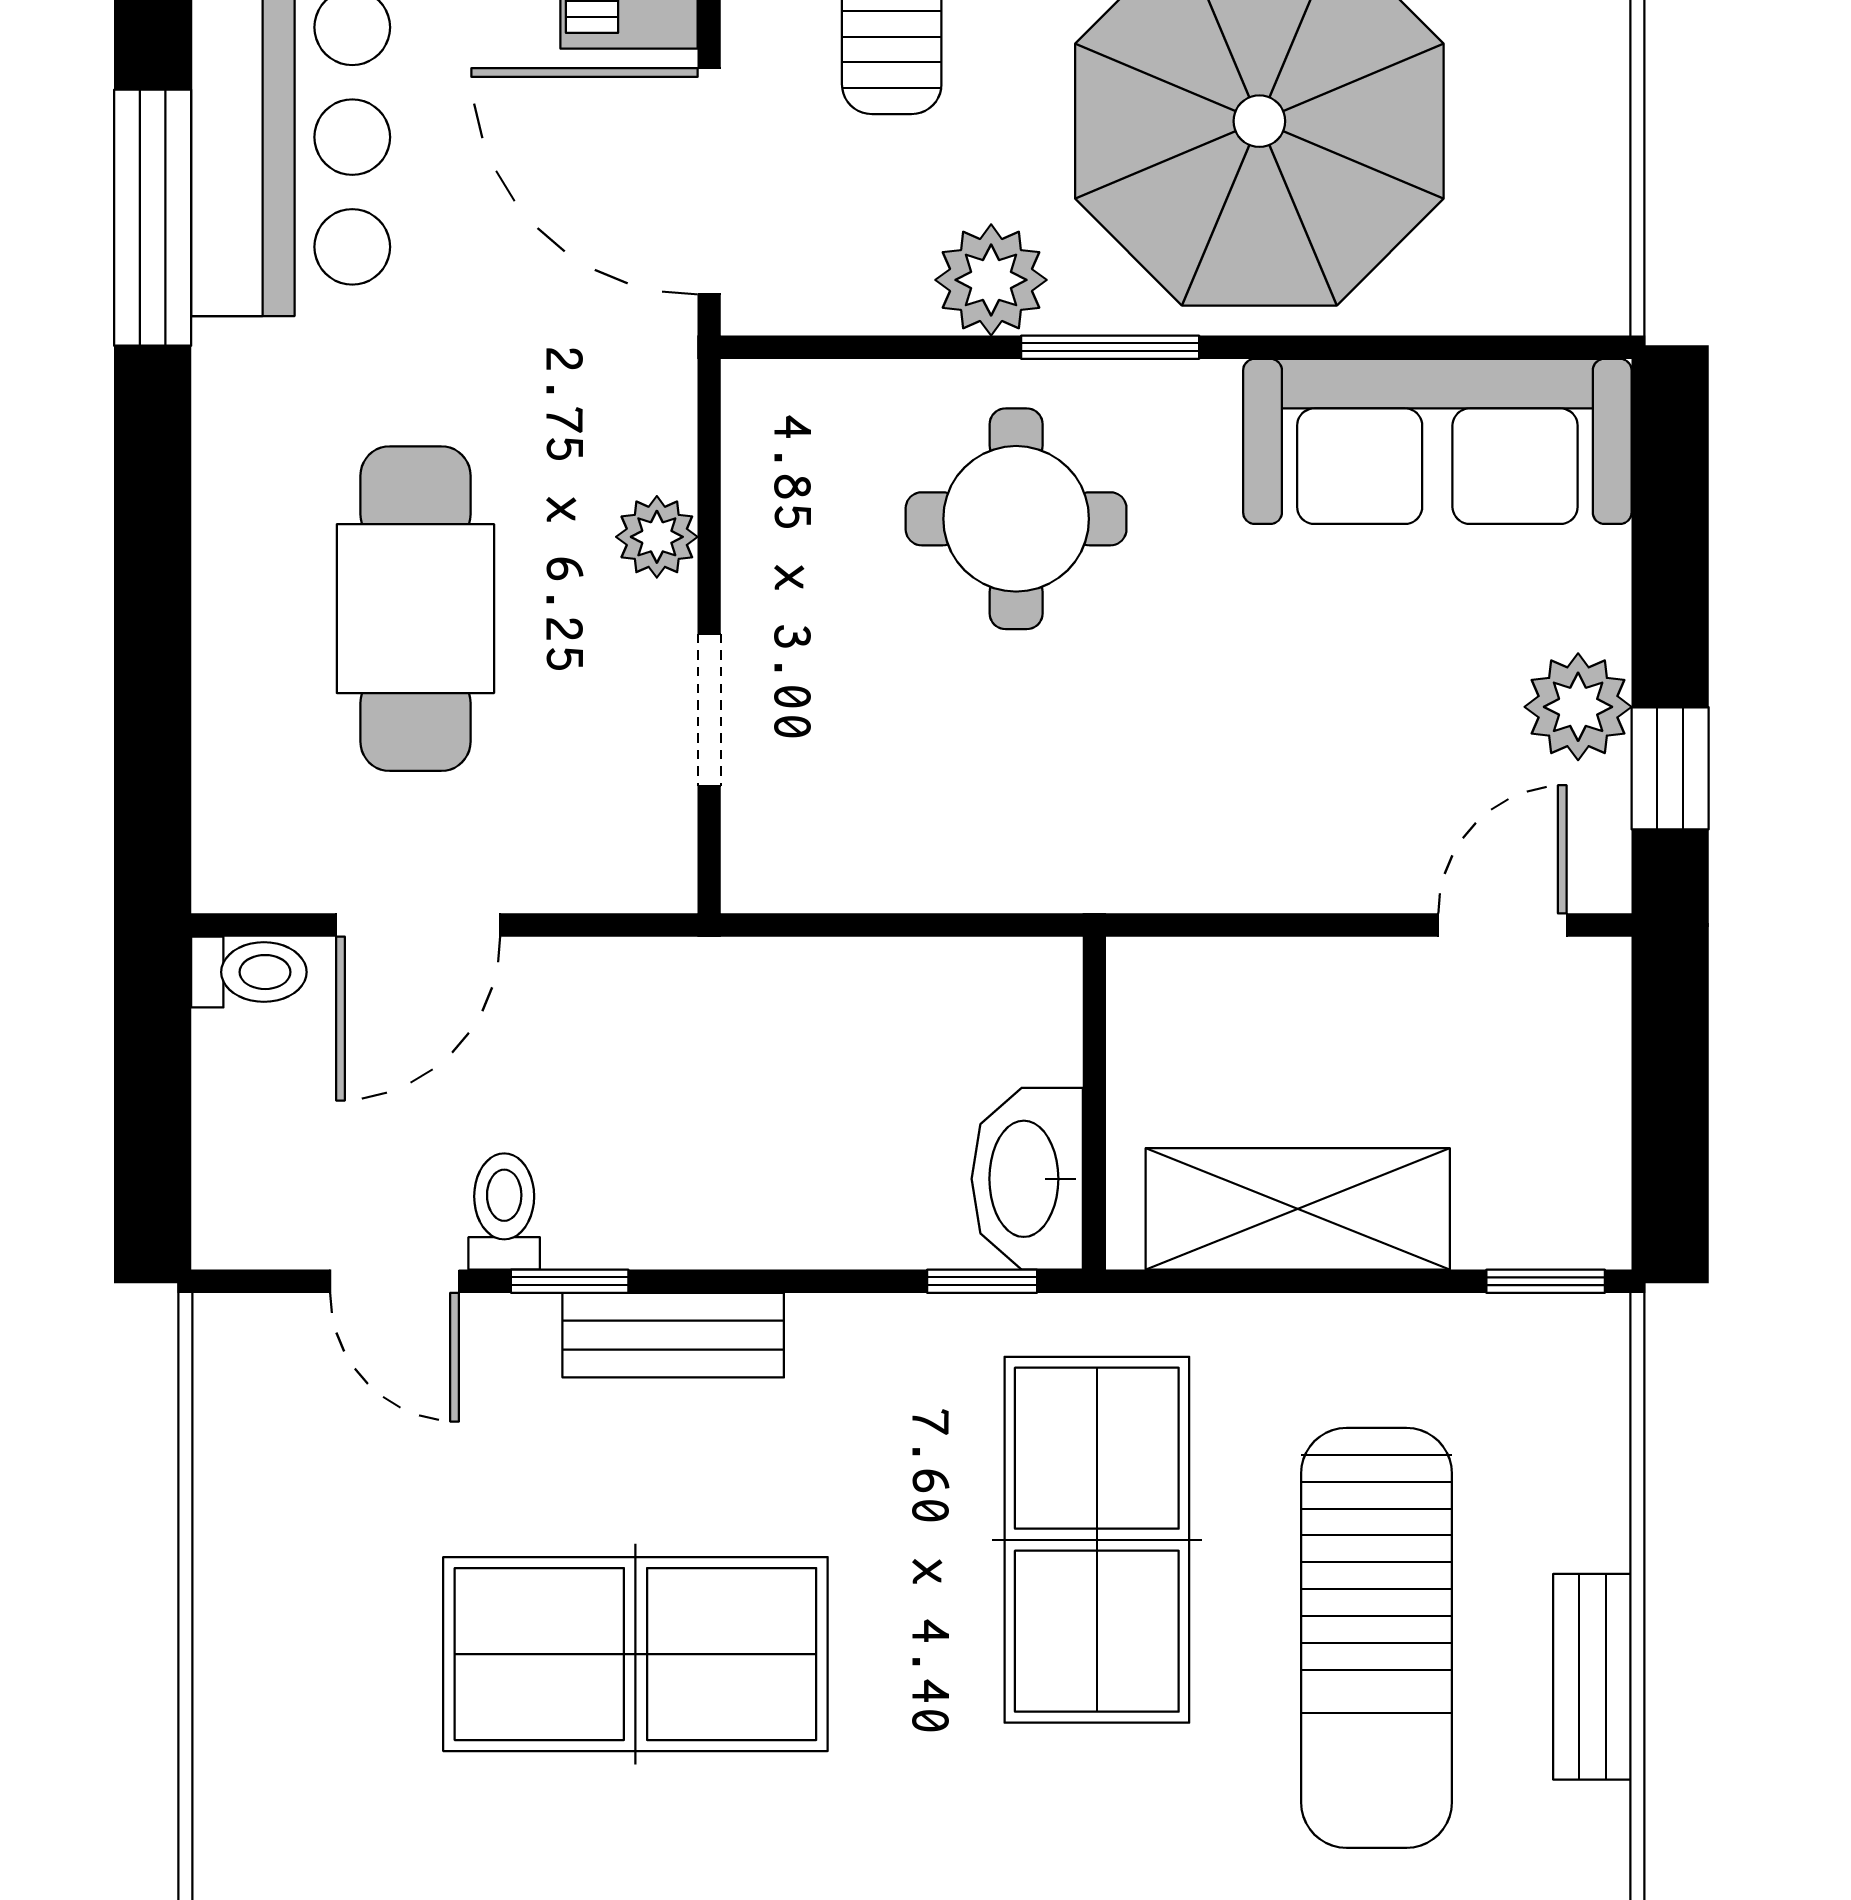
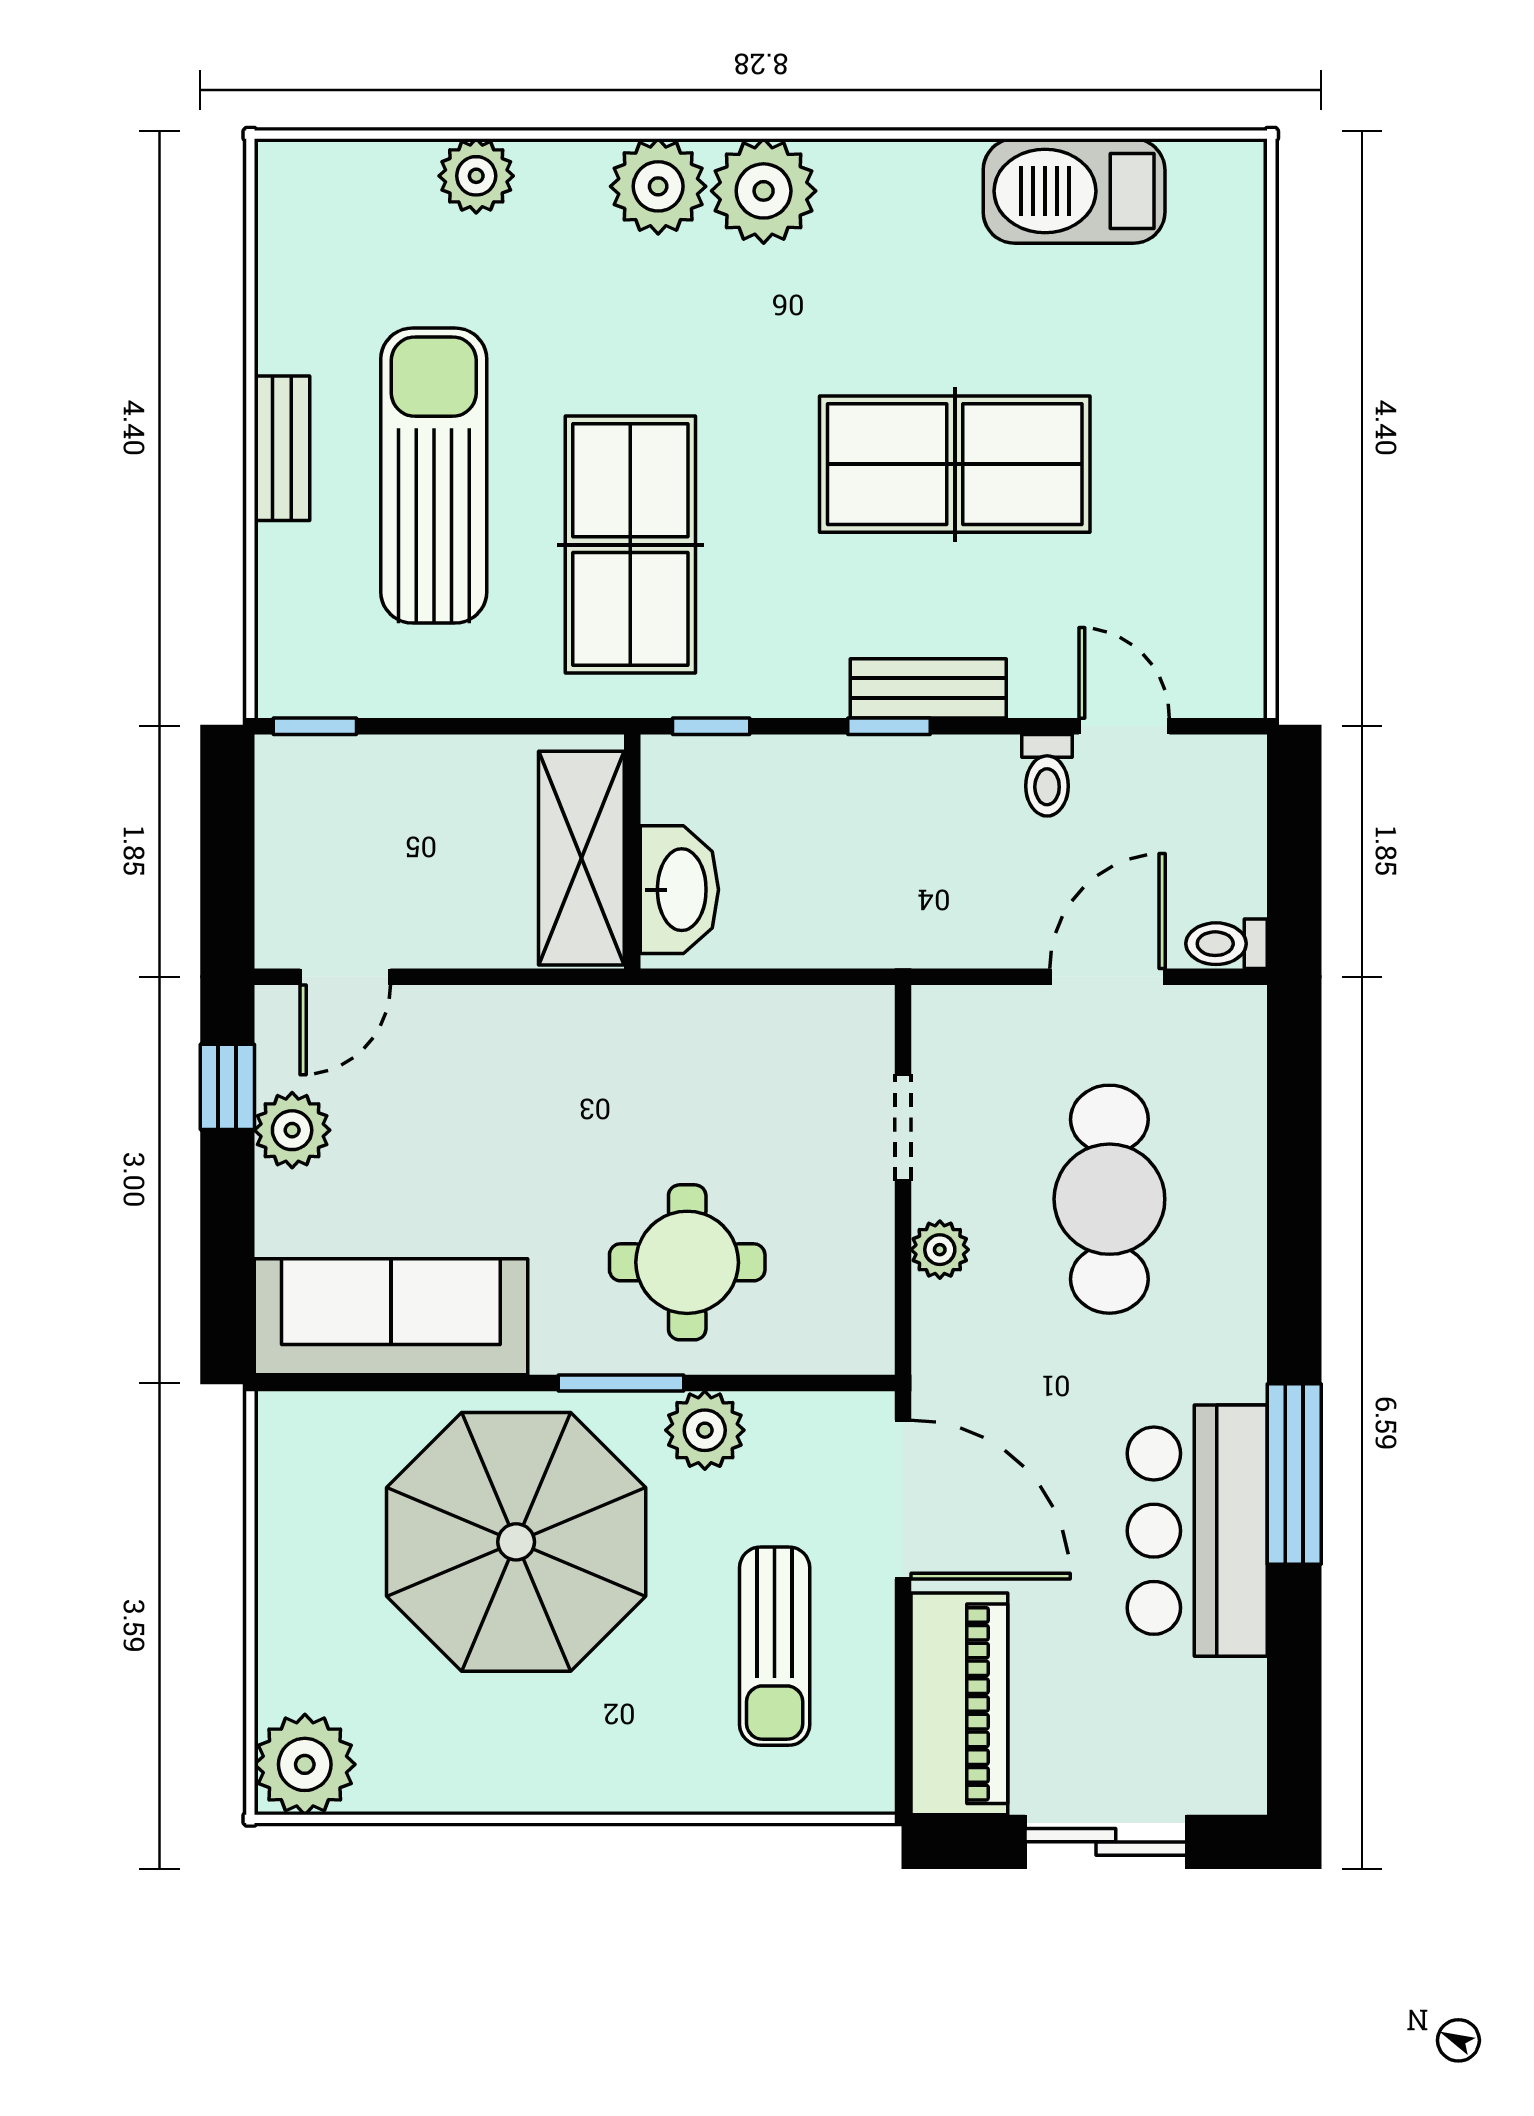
washbasin: (1027, 1179) -> (679, 890), moved
shelving: (1298, 1209) -> (581, 858), moved, turned 90
window: (570, 1281) -> (889, 726), moved

